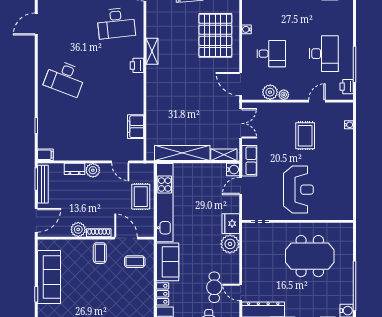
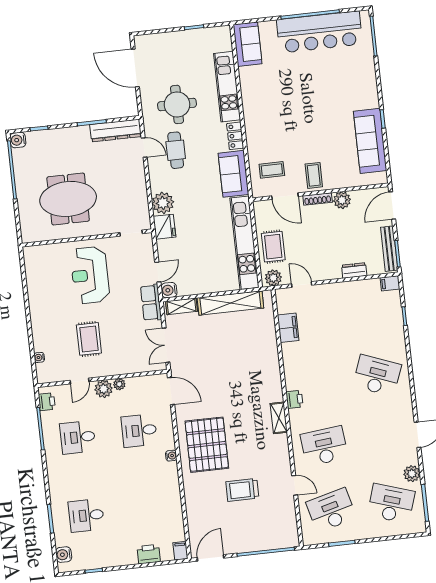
desk: (324, 54) -> (78, 437), width x0.73
plant: (270, 92) -> (104, 389), moved
plant: (93, 170) -> (273, 278), moved

